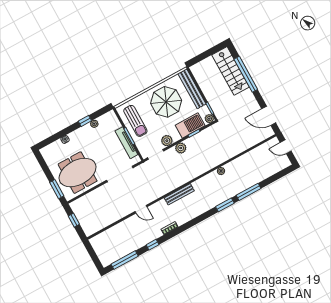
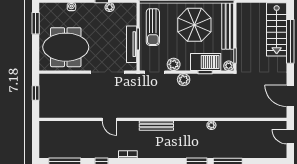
window: (57, 189) -> (36, 23), moved

